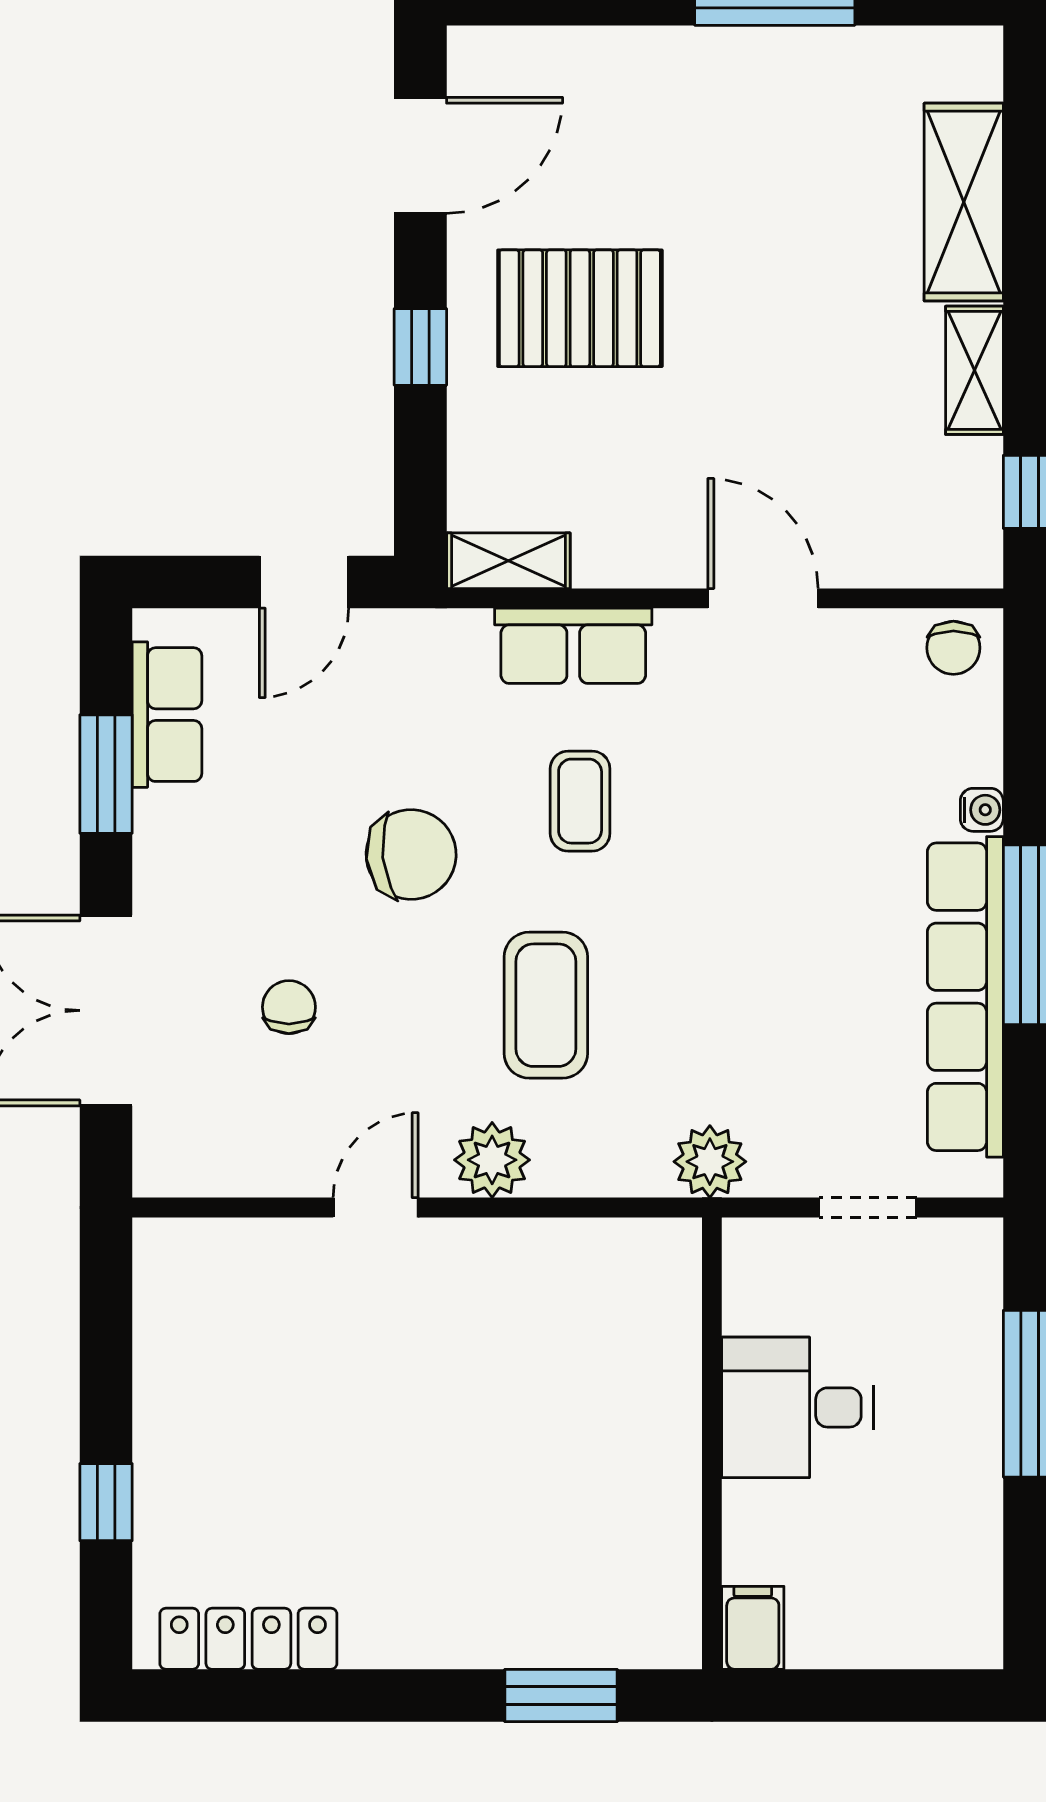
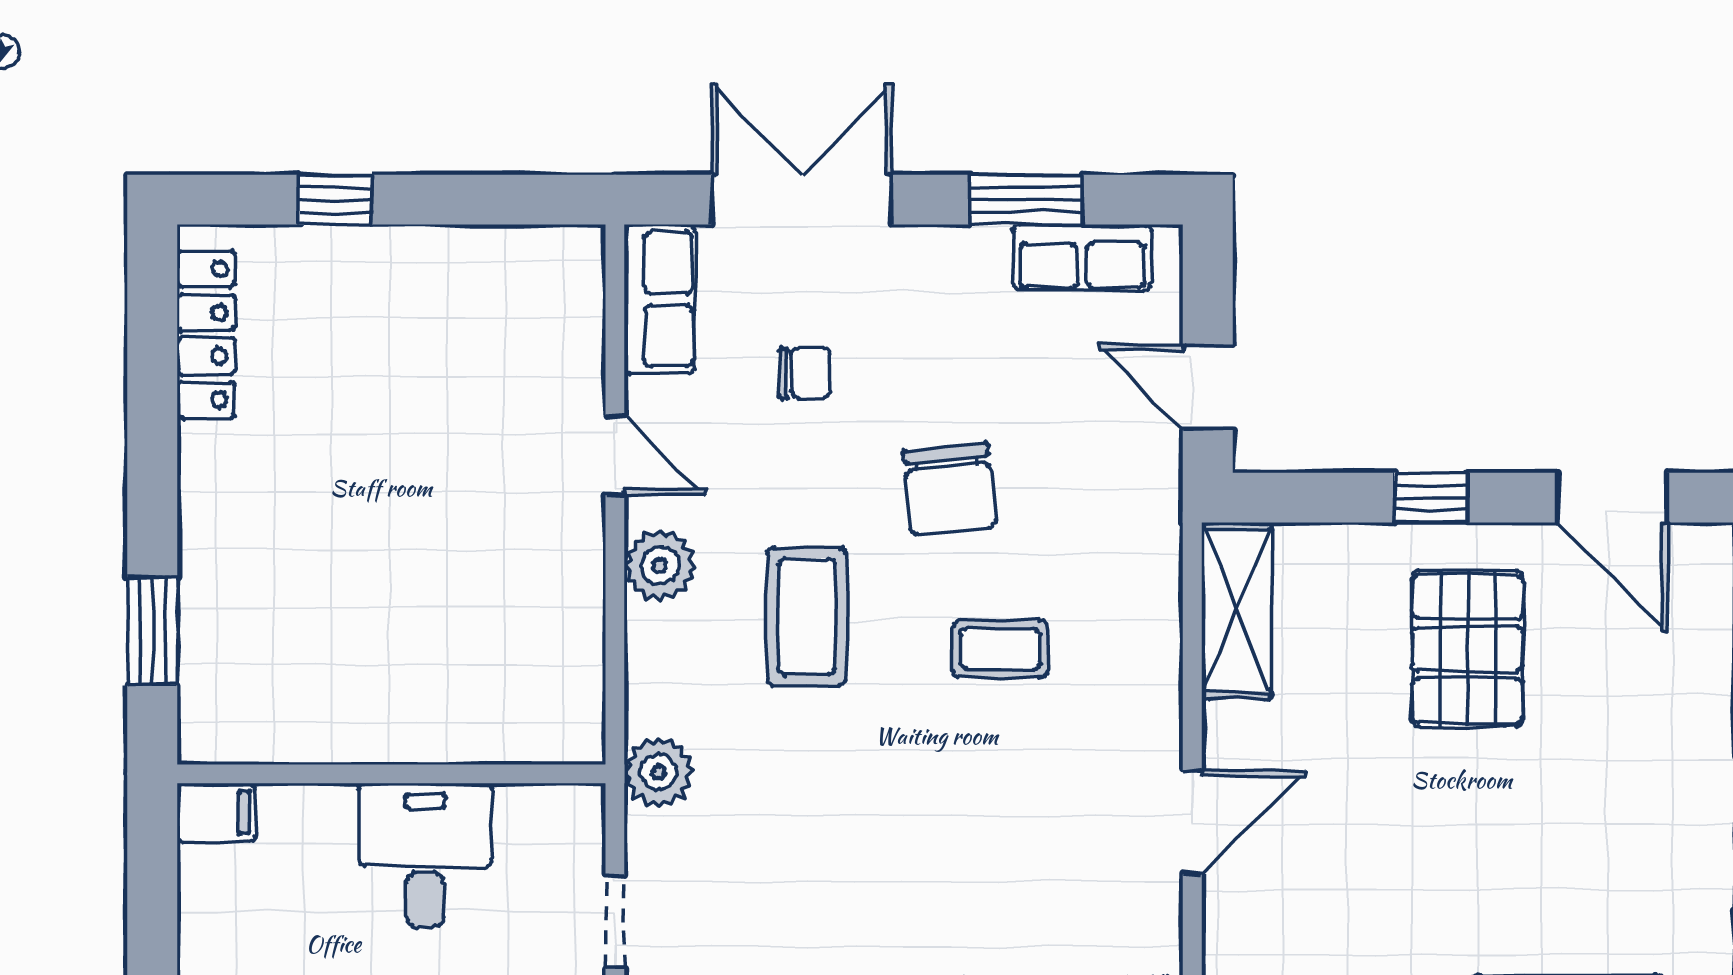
shelving: (508, 561) -> (1237, 610), width x1.50, depth x1.33
row of seats: (573, 646) -> (660, 299), moved, turned 180
coffee table: (546, 1005) -> (807, 617), turned 90

